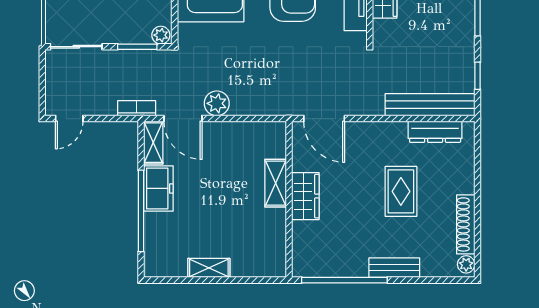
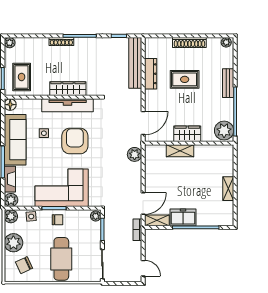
plant: (217, 103) -> (135, 154), moved
dresser: (435, 132) -> (151, 74), moved
shoe rack: (466, 224) -> (189, 43), moved
plant: (311, 261) -> (224, 131), added

